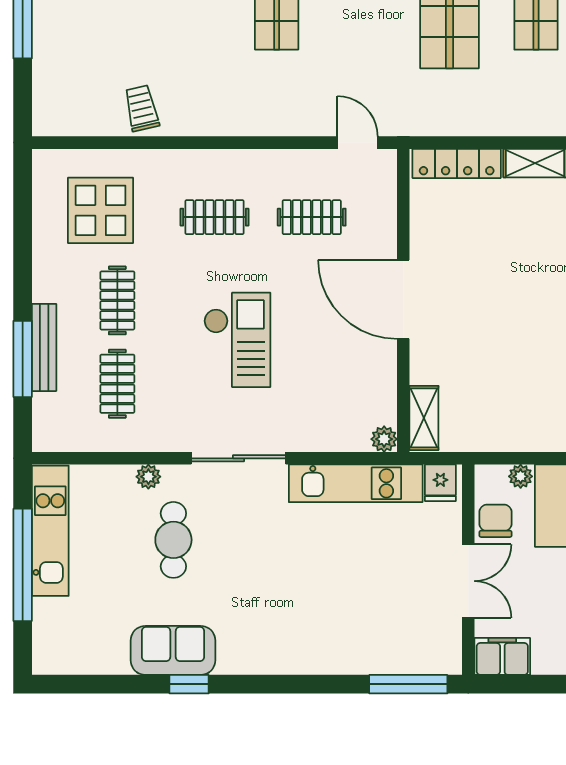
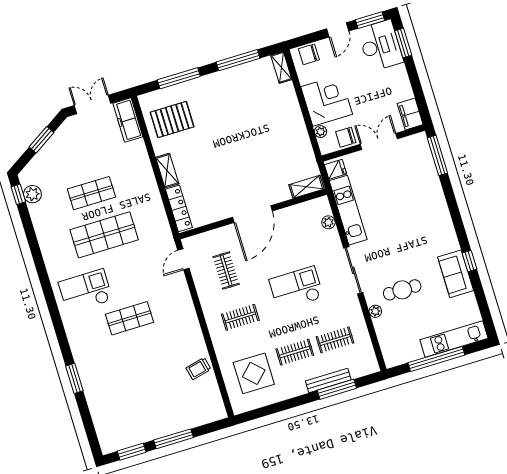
clothes rail: (215, 217) -> (240, 317), turned 90
plant: (384, 439) -> (328, 222), moved
kitchen unit: (50, 531) -> (454, 339), moved

